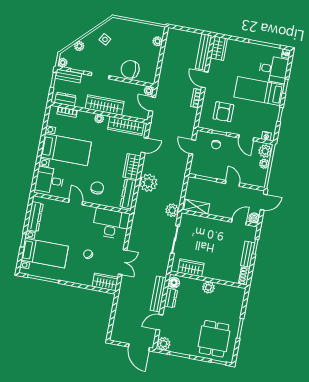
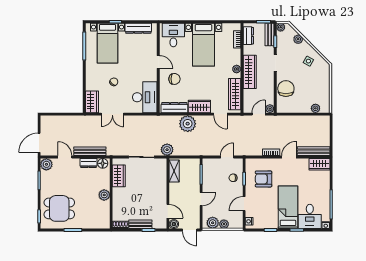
plant: (265, 151) -> (213, 223), moved
door: (76, 202) -> (158, 62), hinge flipped

